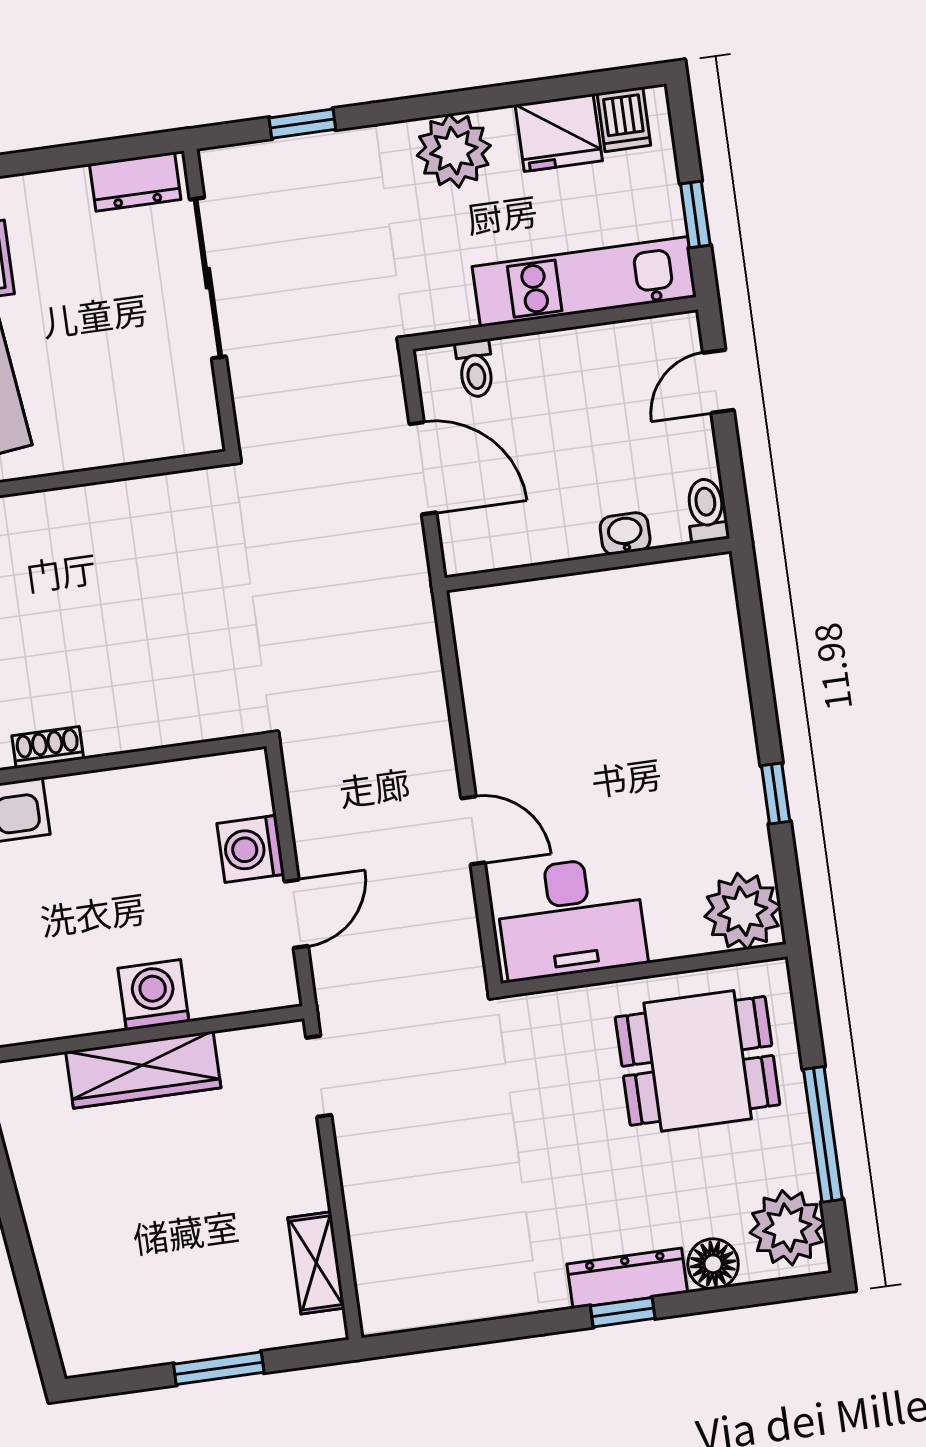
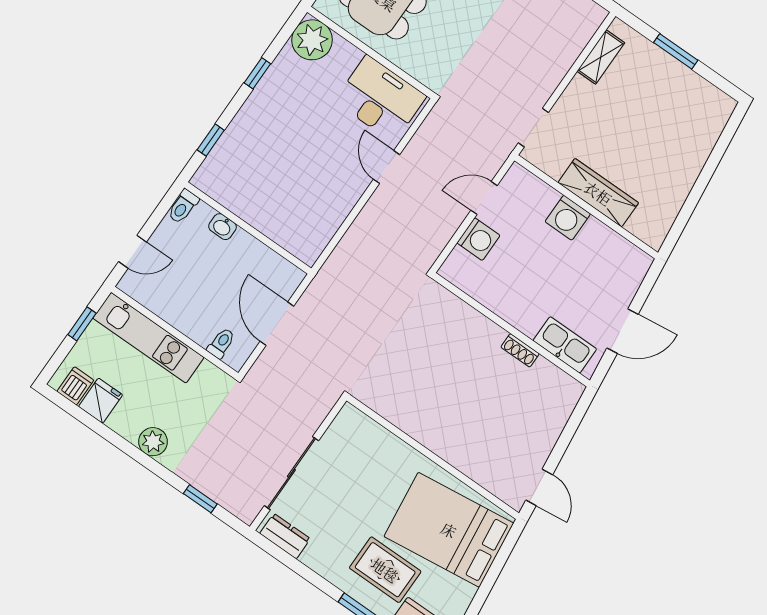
fridge: (559, 133) -> (100, 401), width x0.72
plant: (454, 151) -> (153, 442), width x0.73, depth x0.73
window: (754, 639) -> (211, 140), added

